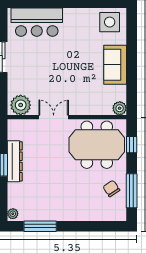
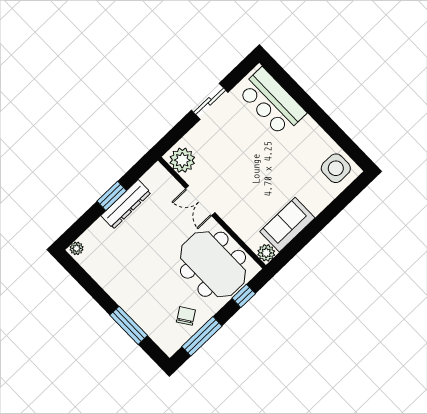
sofa: (115, 65) -> (287, 225), moved
double door: (54, 117) -> (200, 201), swing flipped
window: (40, 226) -> (129, 325), moved

